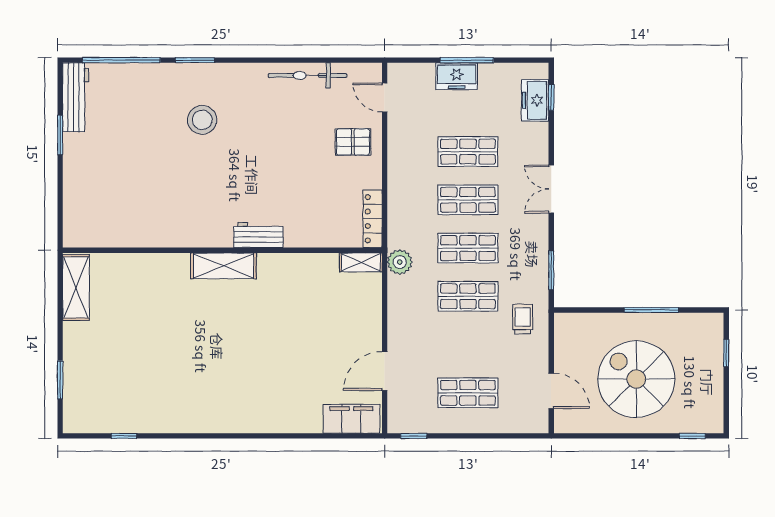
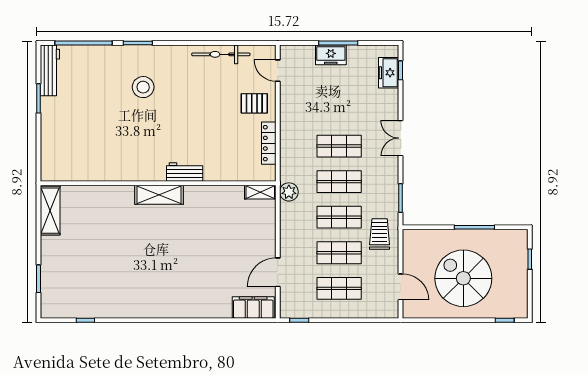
shop shelf: (468, 152) -> (339, 253), moved
locker: (373, 219) -> (269, 143), moved
trolley: (523, 319) -> (380, 234), width x1.36, depth x1.39

